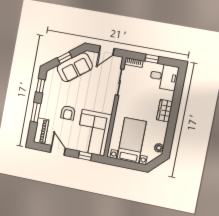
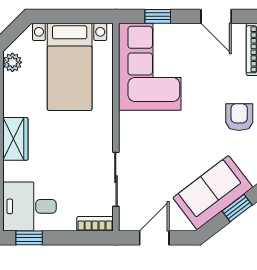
window: (152, 59) -> (29, 238), moved
armchair: (68, 113) -> (239, 117), moved

